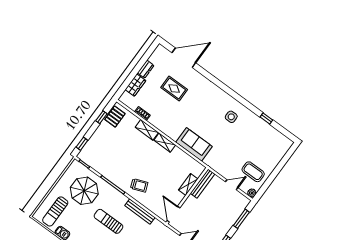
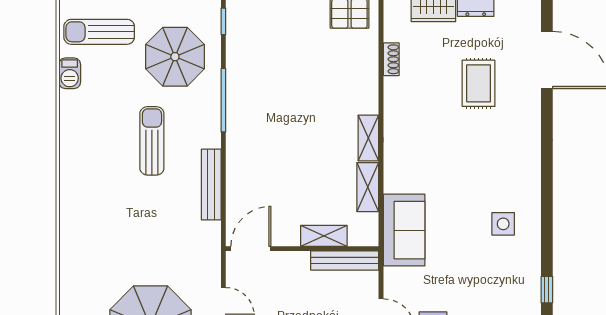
shelving: (147, 130) -> (368, 187), moved
sofa: (194, 144) -> (404, 230), moved
trolley: (139, 185) -> (257, 149), removed

